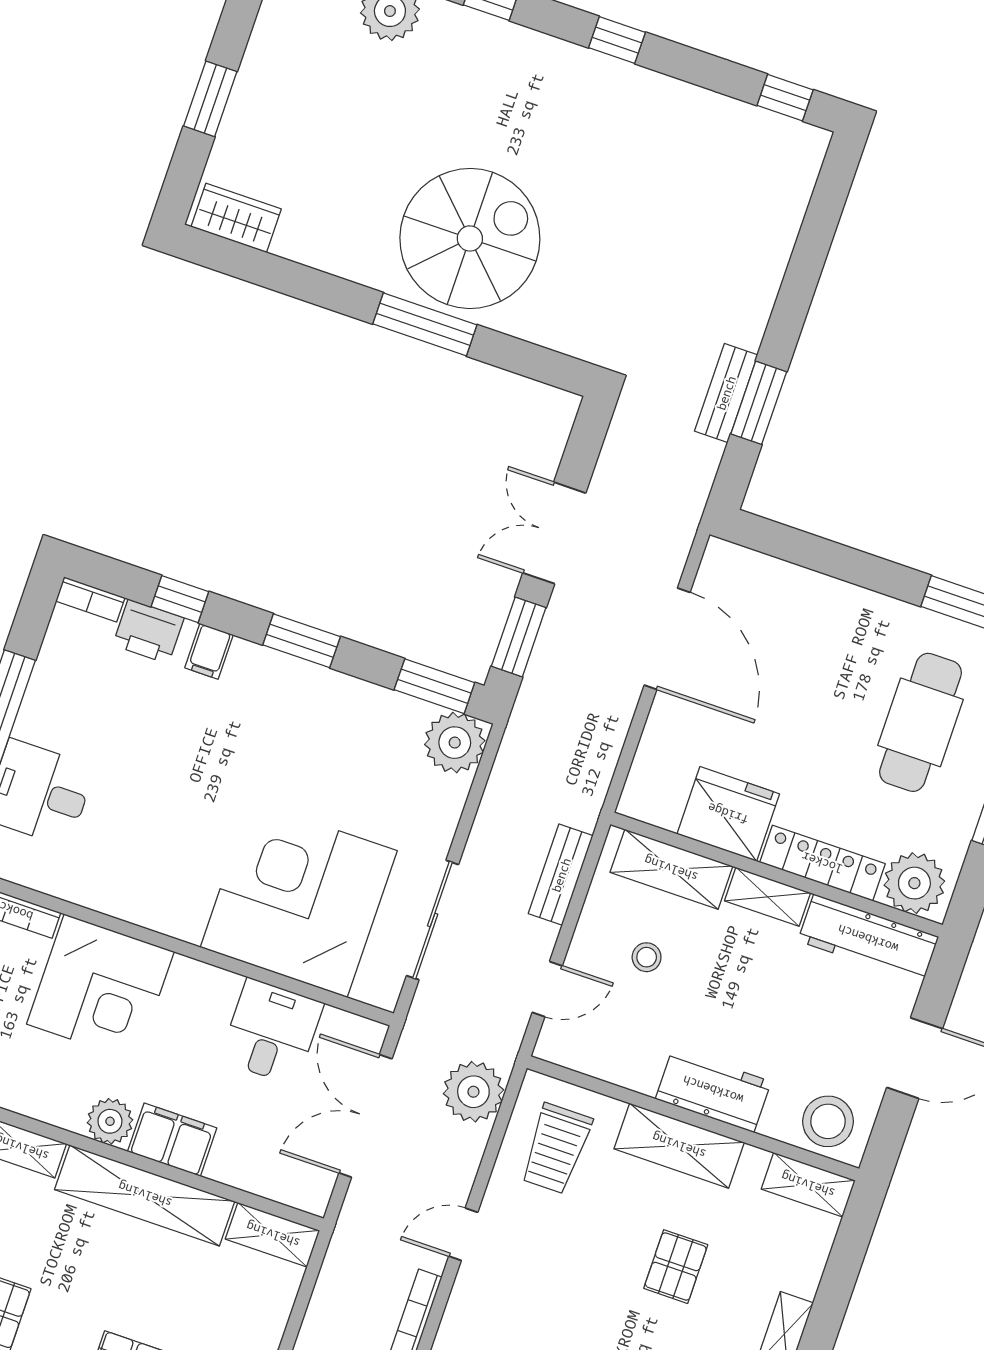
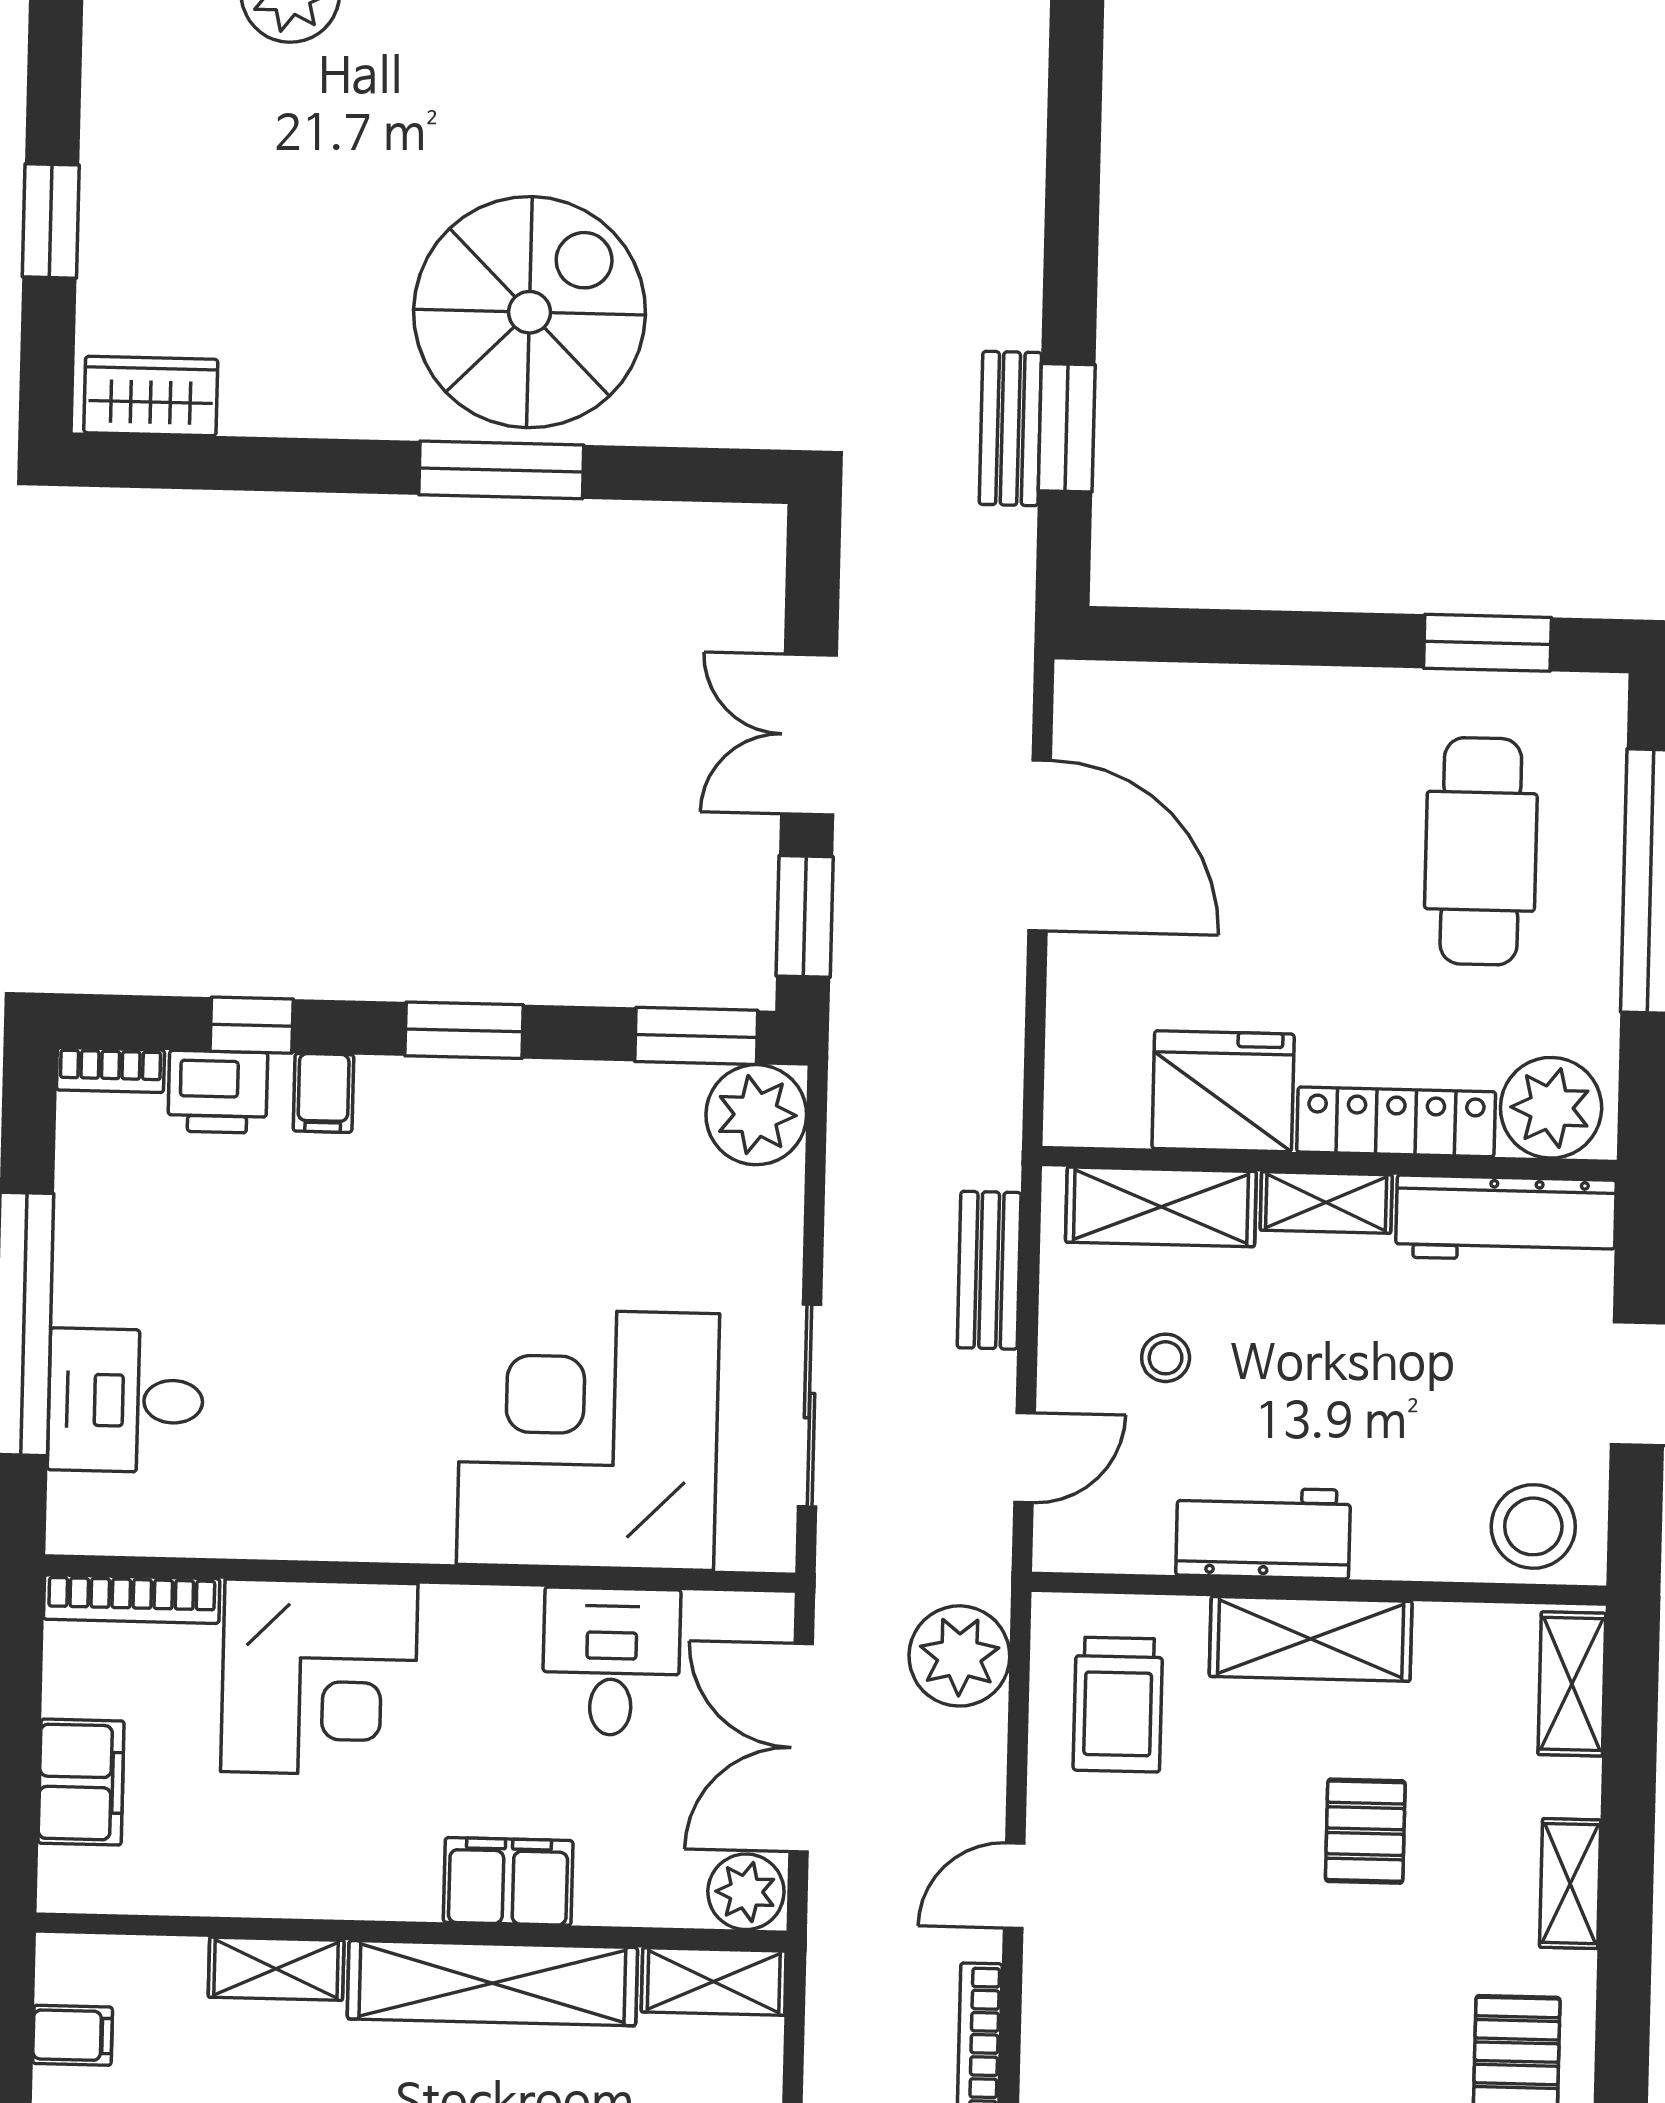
workbench: (713, 1090) -> (1263, 1533), moved
plant: (110, 1121) -> (746, 1892), moved
shelving: (808, 1185) -> (1572, 1684), moved, turned 90

